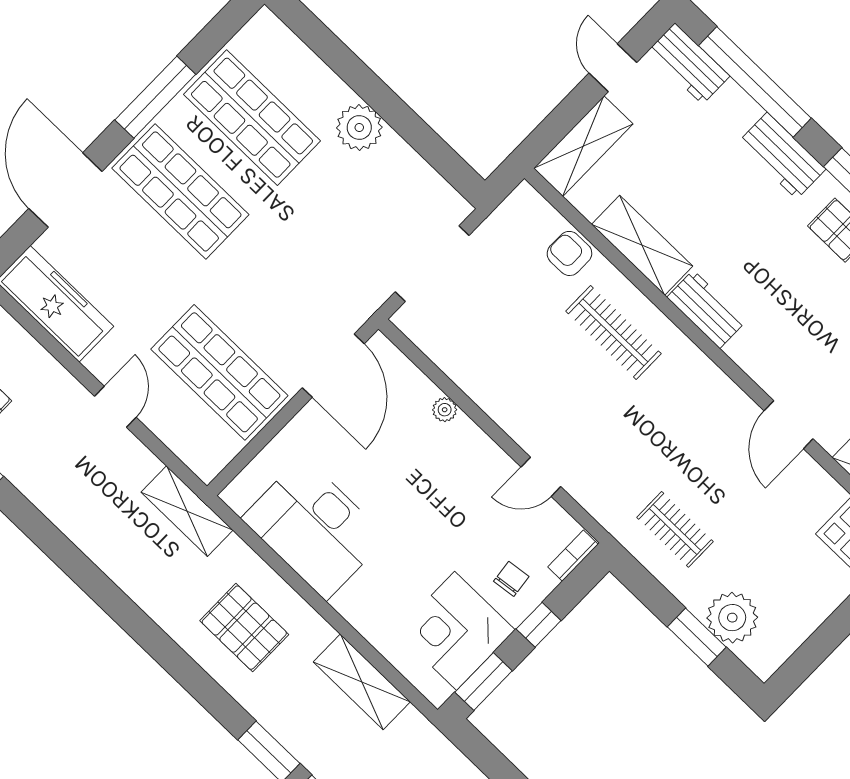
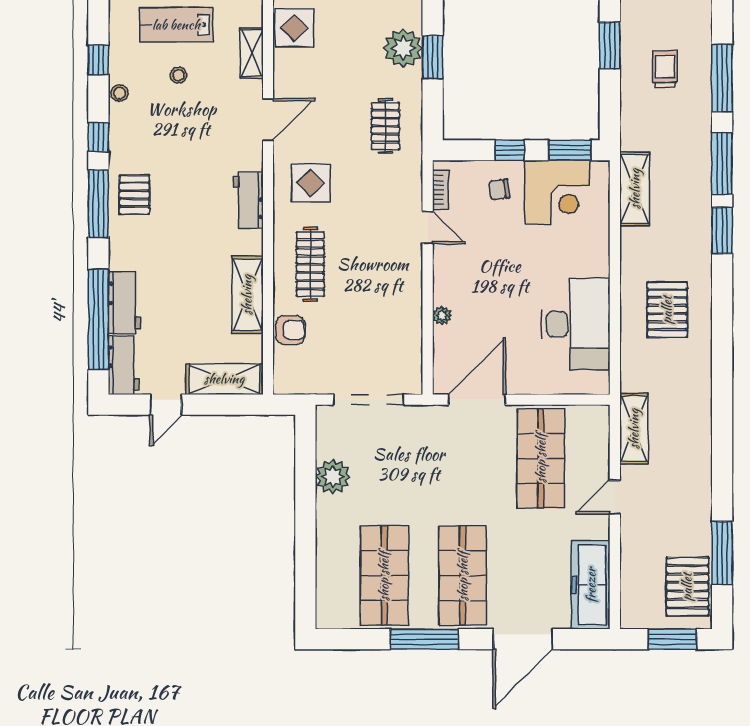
plant: (359, 128) -> (333, 477), moved
workbench: (782, 156) -> (124, 303), moved
armchair: (569, 253) -> (290, 330), turned -90
workbench: (706, 309) -> (248, 200), moved
display table: (690, 407) -> (311, 183), added
shelving: (187, 511) -> (634, 429), moved
bookcase: (573, 556) -> (441, 190), moved, turned -90
shelving: (362, 682) -> (635, 189), moved

